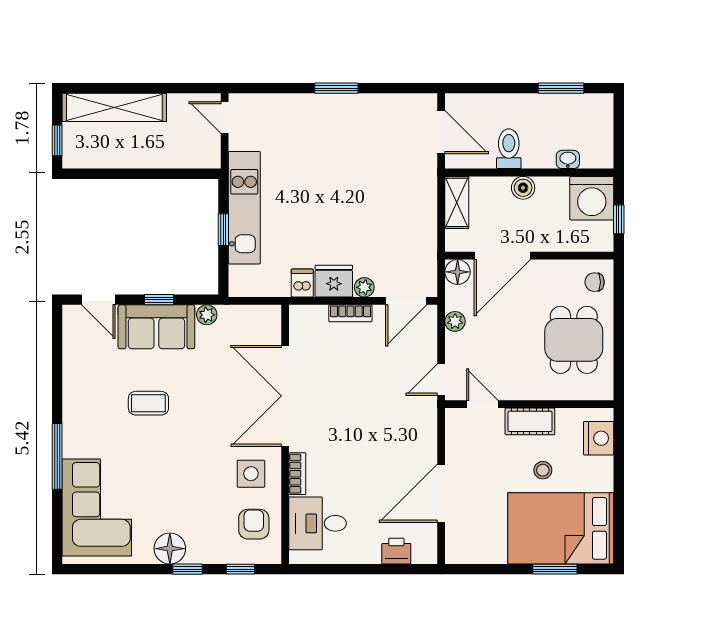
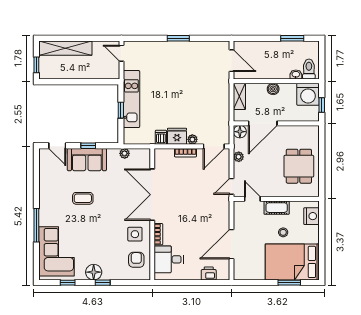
toilet: (509, 149) -> (309, 69), moved
chair: (595, 282) -> (309, 137), removed
plant: (207, 315) -> (125, 153), moved
window: (240, 569) -> (68, 283), moved

